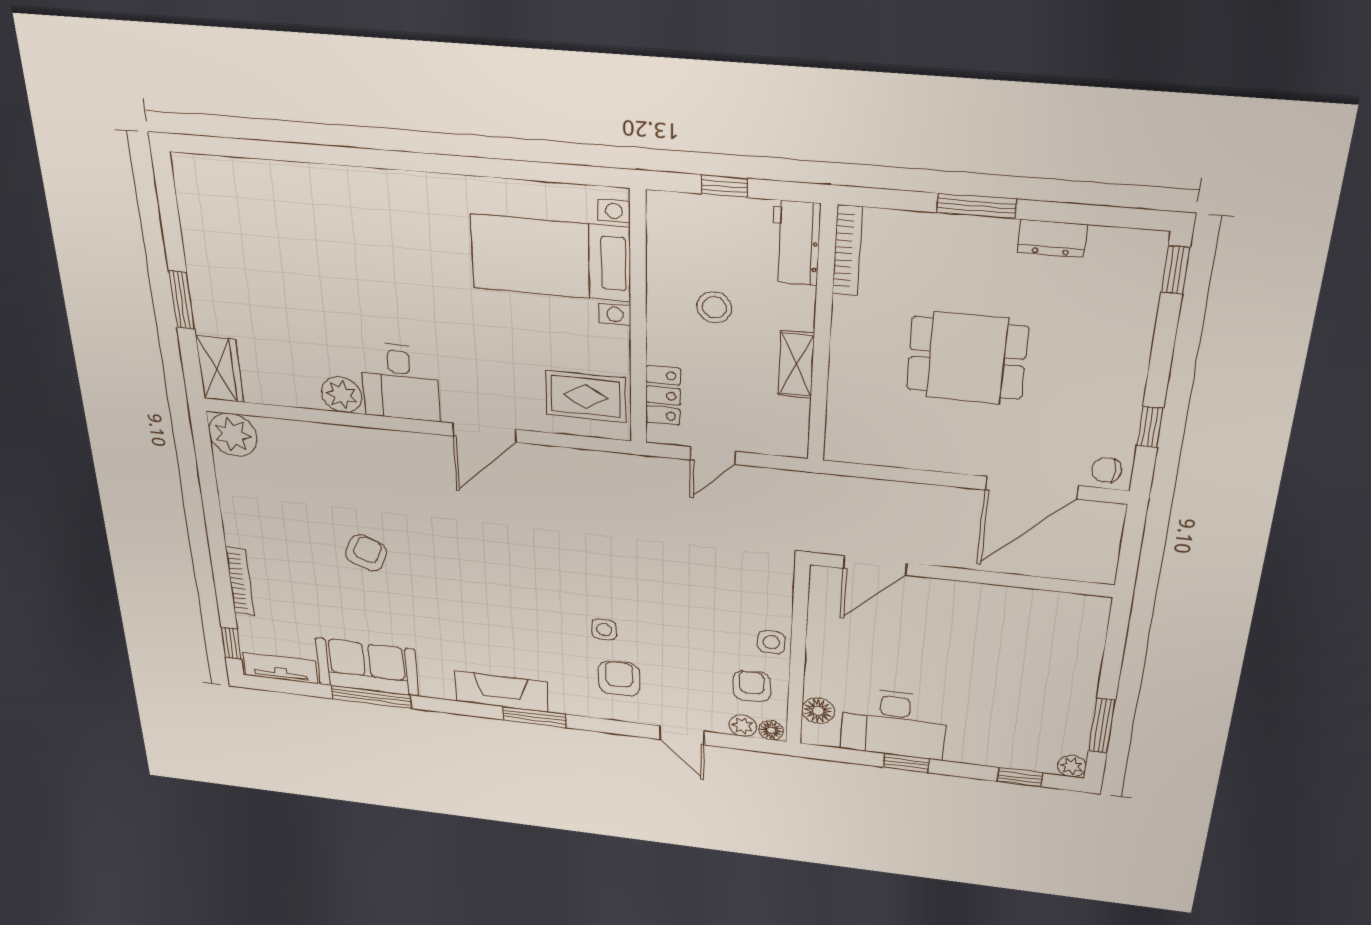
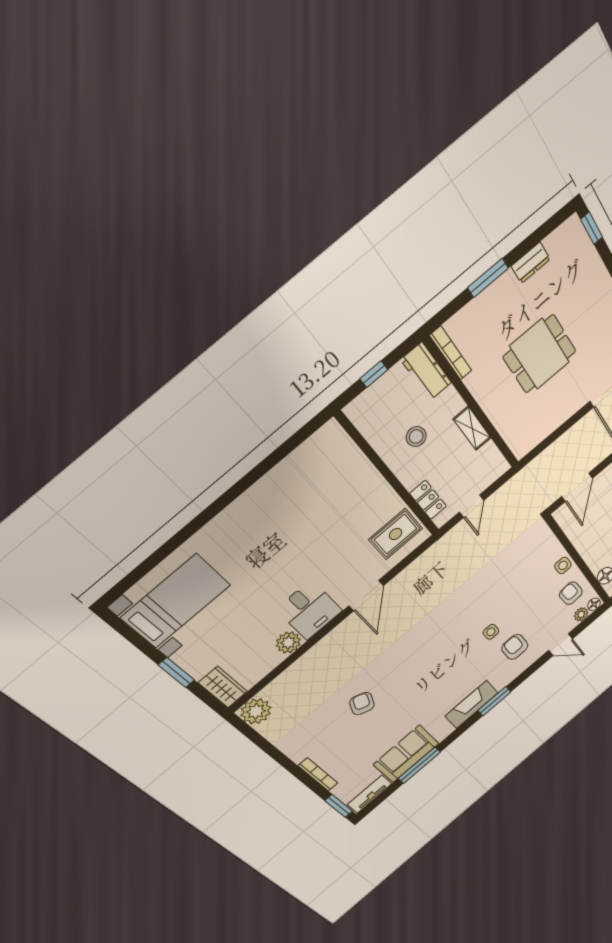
bed with nightstands: (551, 258) -> (176, 601), moved, turned 180
window: (231, 643) -> (339, 806), width x1.50

